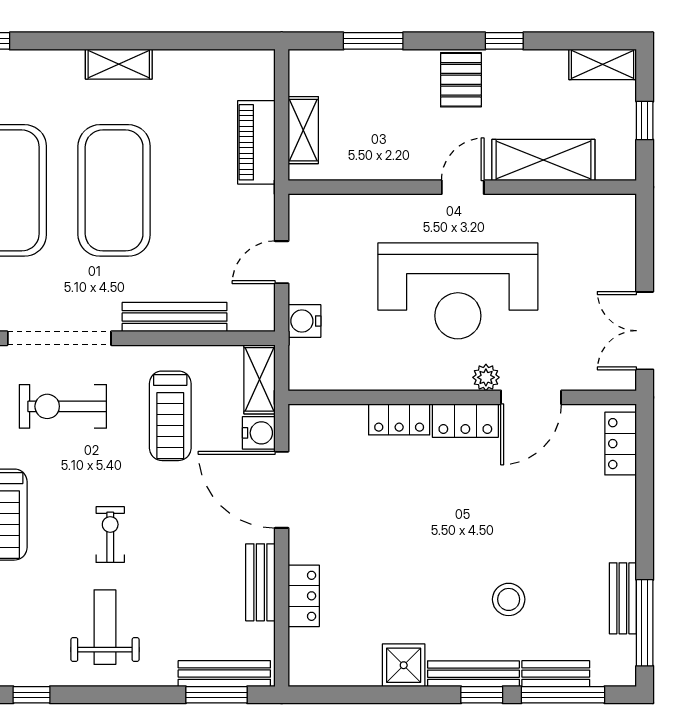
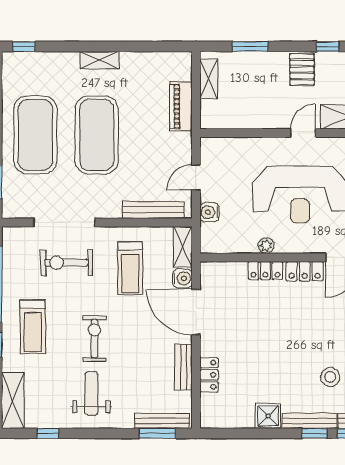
shelving: (303, 130) -> (209, 79), moved
bench: (175, 317) -> (153, 210), moved
plant: (486, 377) -> (266, 246), moved
exercise bike: (110, 535) -> (94, 339), width x1.38, depth x1.39

